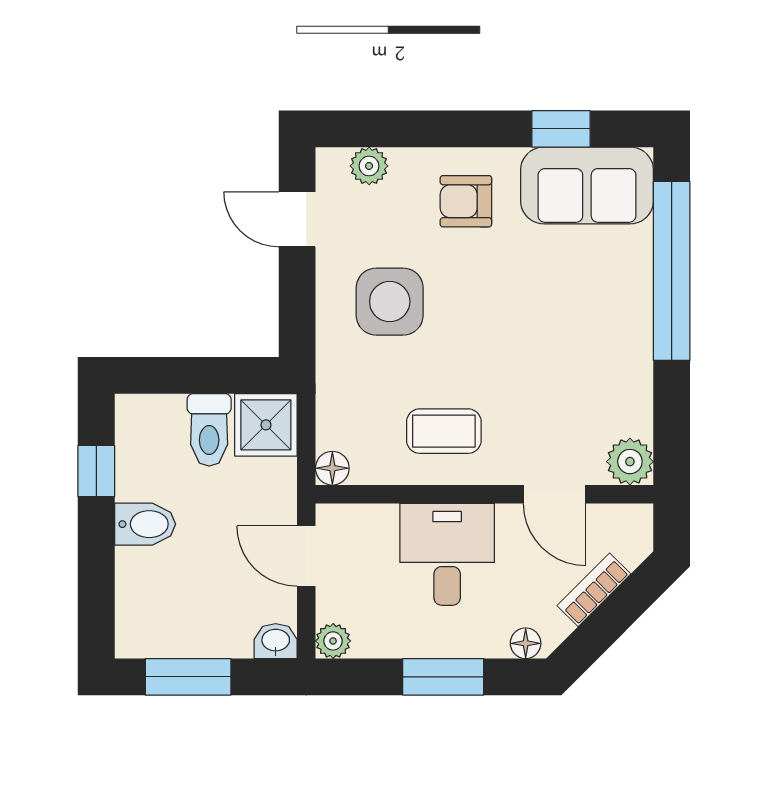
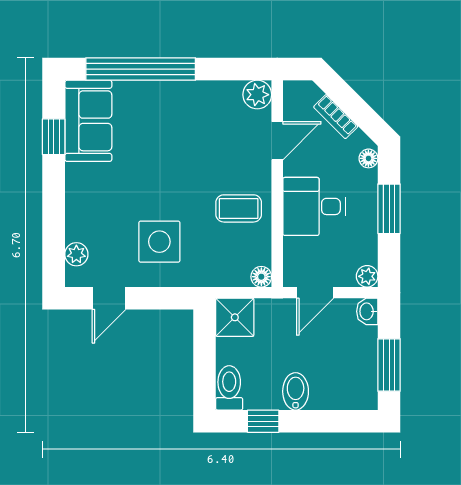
armchair: (466, 201) -> (98, 195), removed
toilet: (209, 430) -> (229, 388), moved, turned -90
coffee table: (444, 431) -> (239, 208), turned 90

